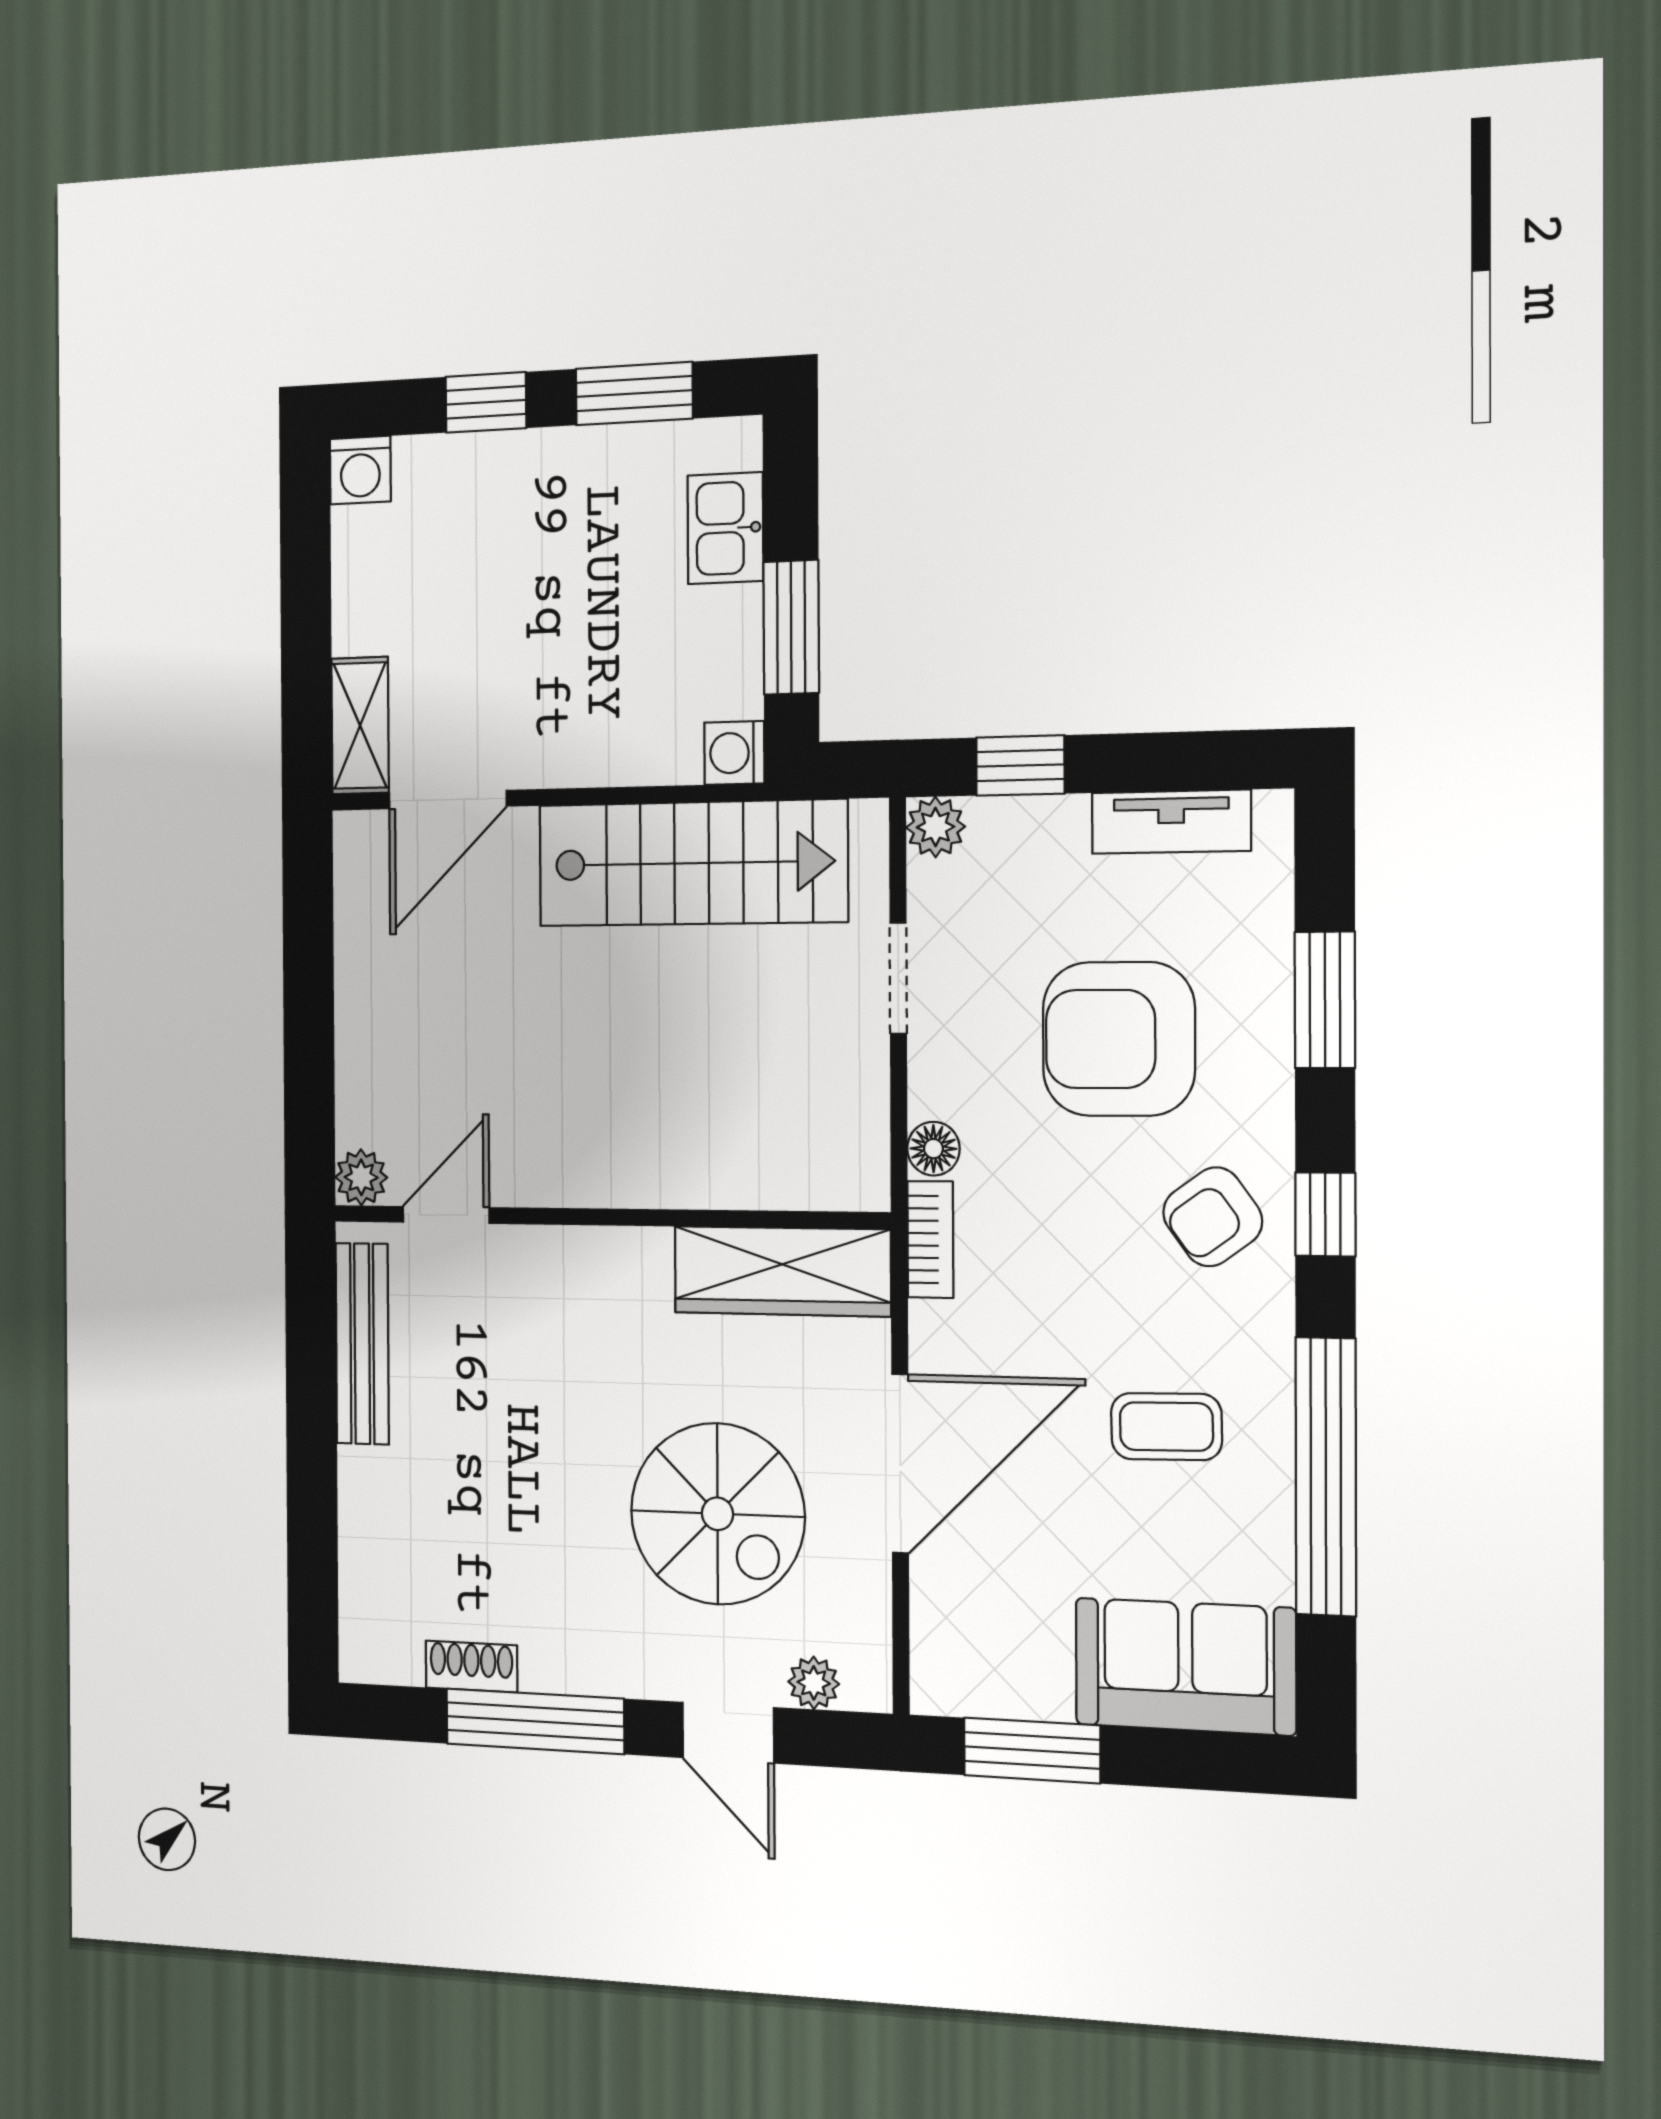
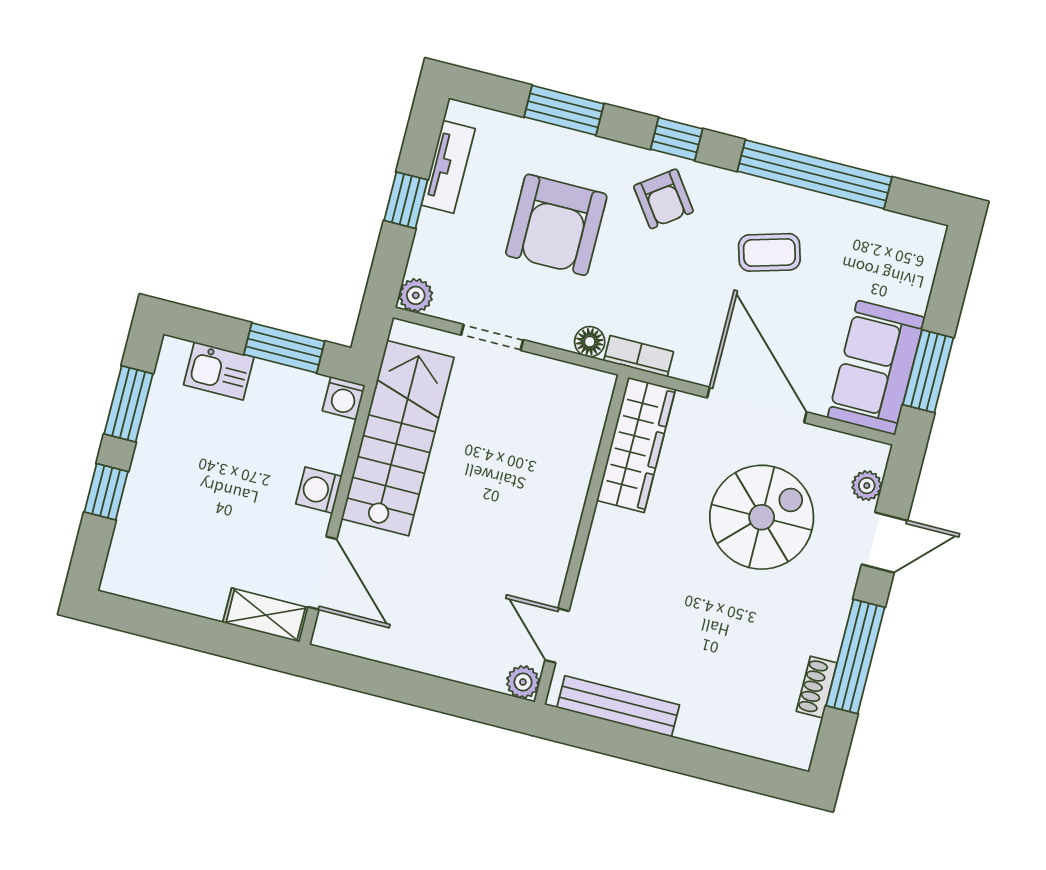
washing machine: (360, 470) -> (319, 490), moved, turned 180
window: (1020, 765) -> (406, 200), moved
coffee table: (1166, 1427) -> (769, 252), turned 75
sofa: (1185, 1667) -> (876, 368), moved

